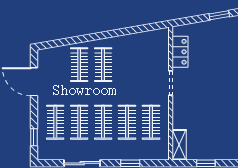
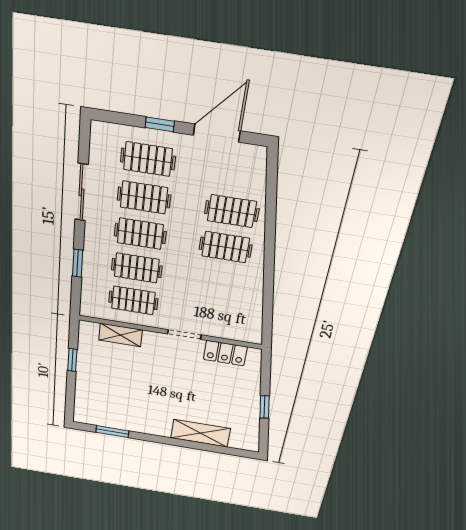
window: (34, 137) -> (160, 124), moved
shelving: (179, 145) -> (120, 335), moved

